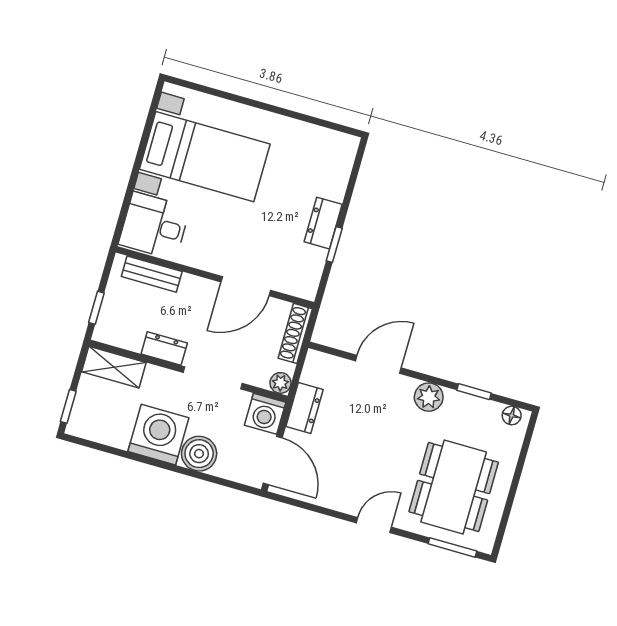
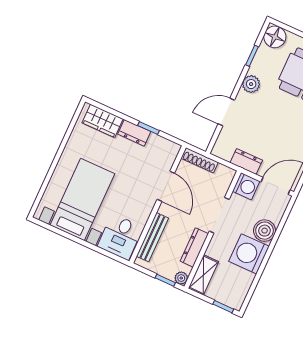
wardrobe: (335, 170) -> (103, 121), added
bench: (152, 274) -> (152, 237), width x1.36
dresser: (164, 349) -> (194, 247), width x1.44
door: (378, 364) -> (226, 112), hinge flipped
plant: (280, 383) -> (181, 278), moved
floor lamp: (512, 416) -> (275, 37), width x1.89, depth x1.89

